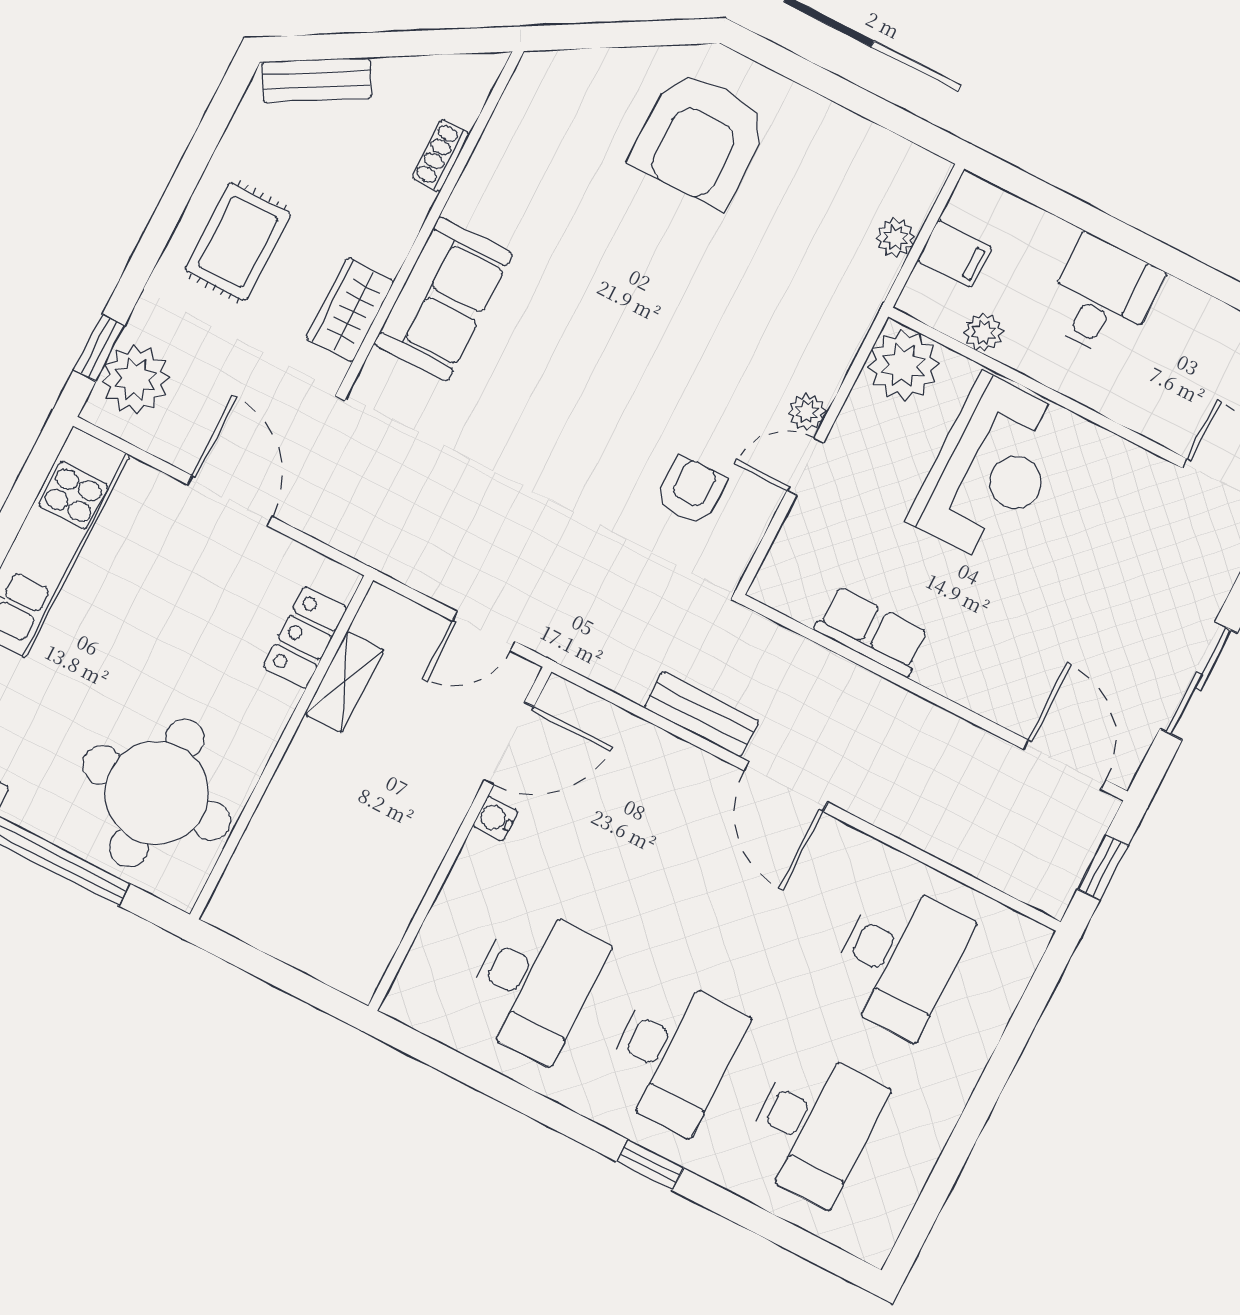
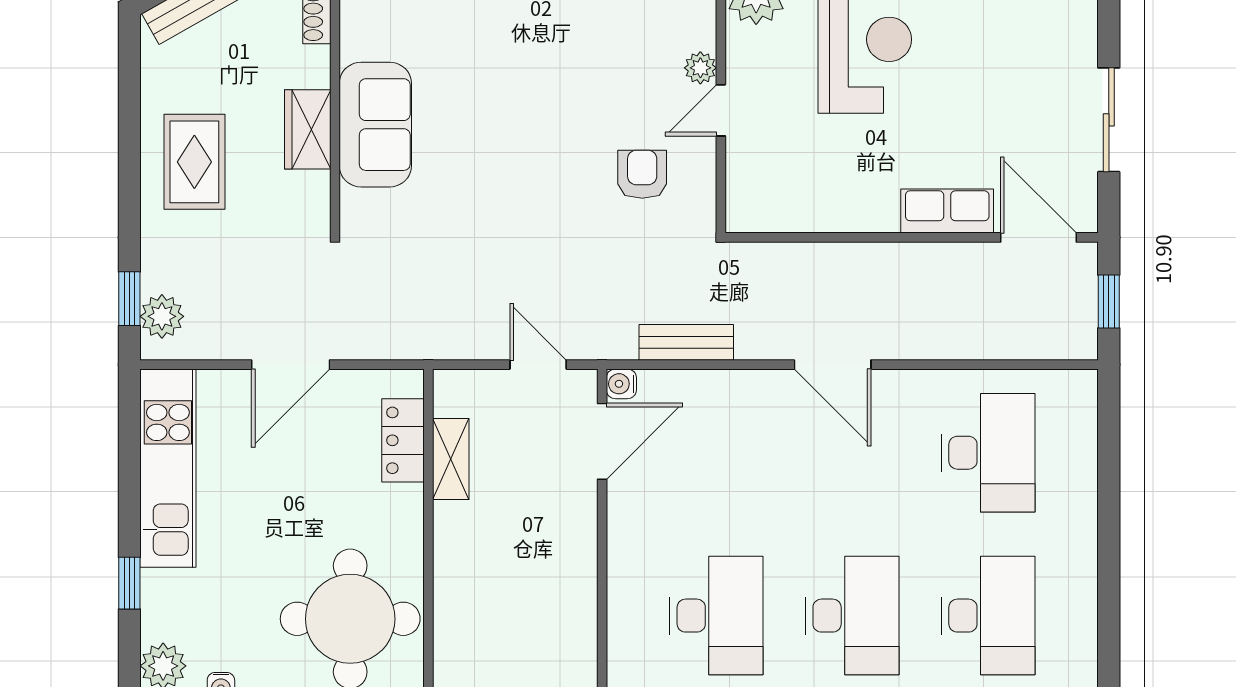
wardrobe: (350, 310) -> (308, 129), moved
plant: (135, 379) -> (162, 316), width x0.73, depth x0.73
door: (230, 501) -> (291, 365), swing flipped
door: (484, 631) -> (538, 365), swing flipped
row of seats: (872, 631) -> (947, 211), moved
bench: (702, 714) -> (686, 342), moved
water cooler: (495, 819) -> (621, 384), moved

